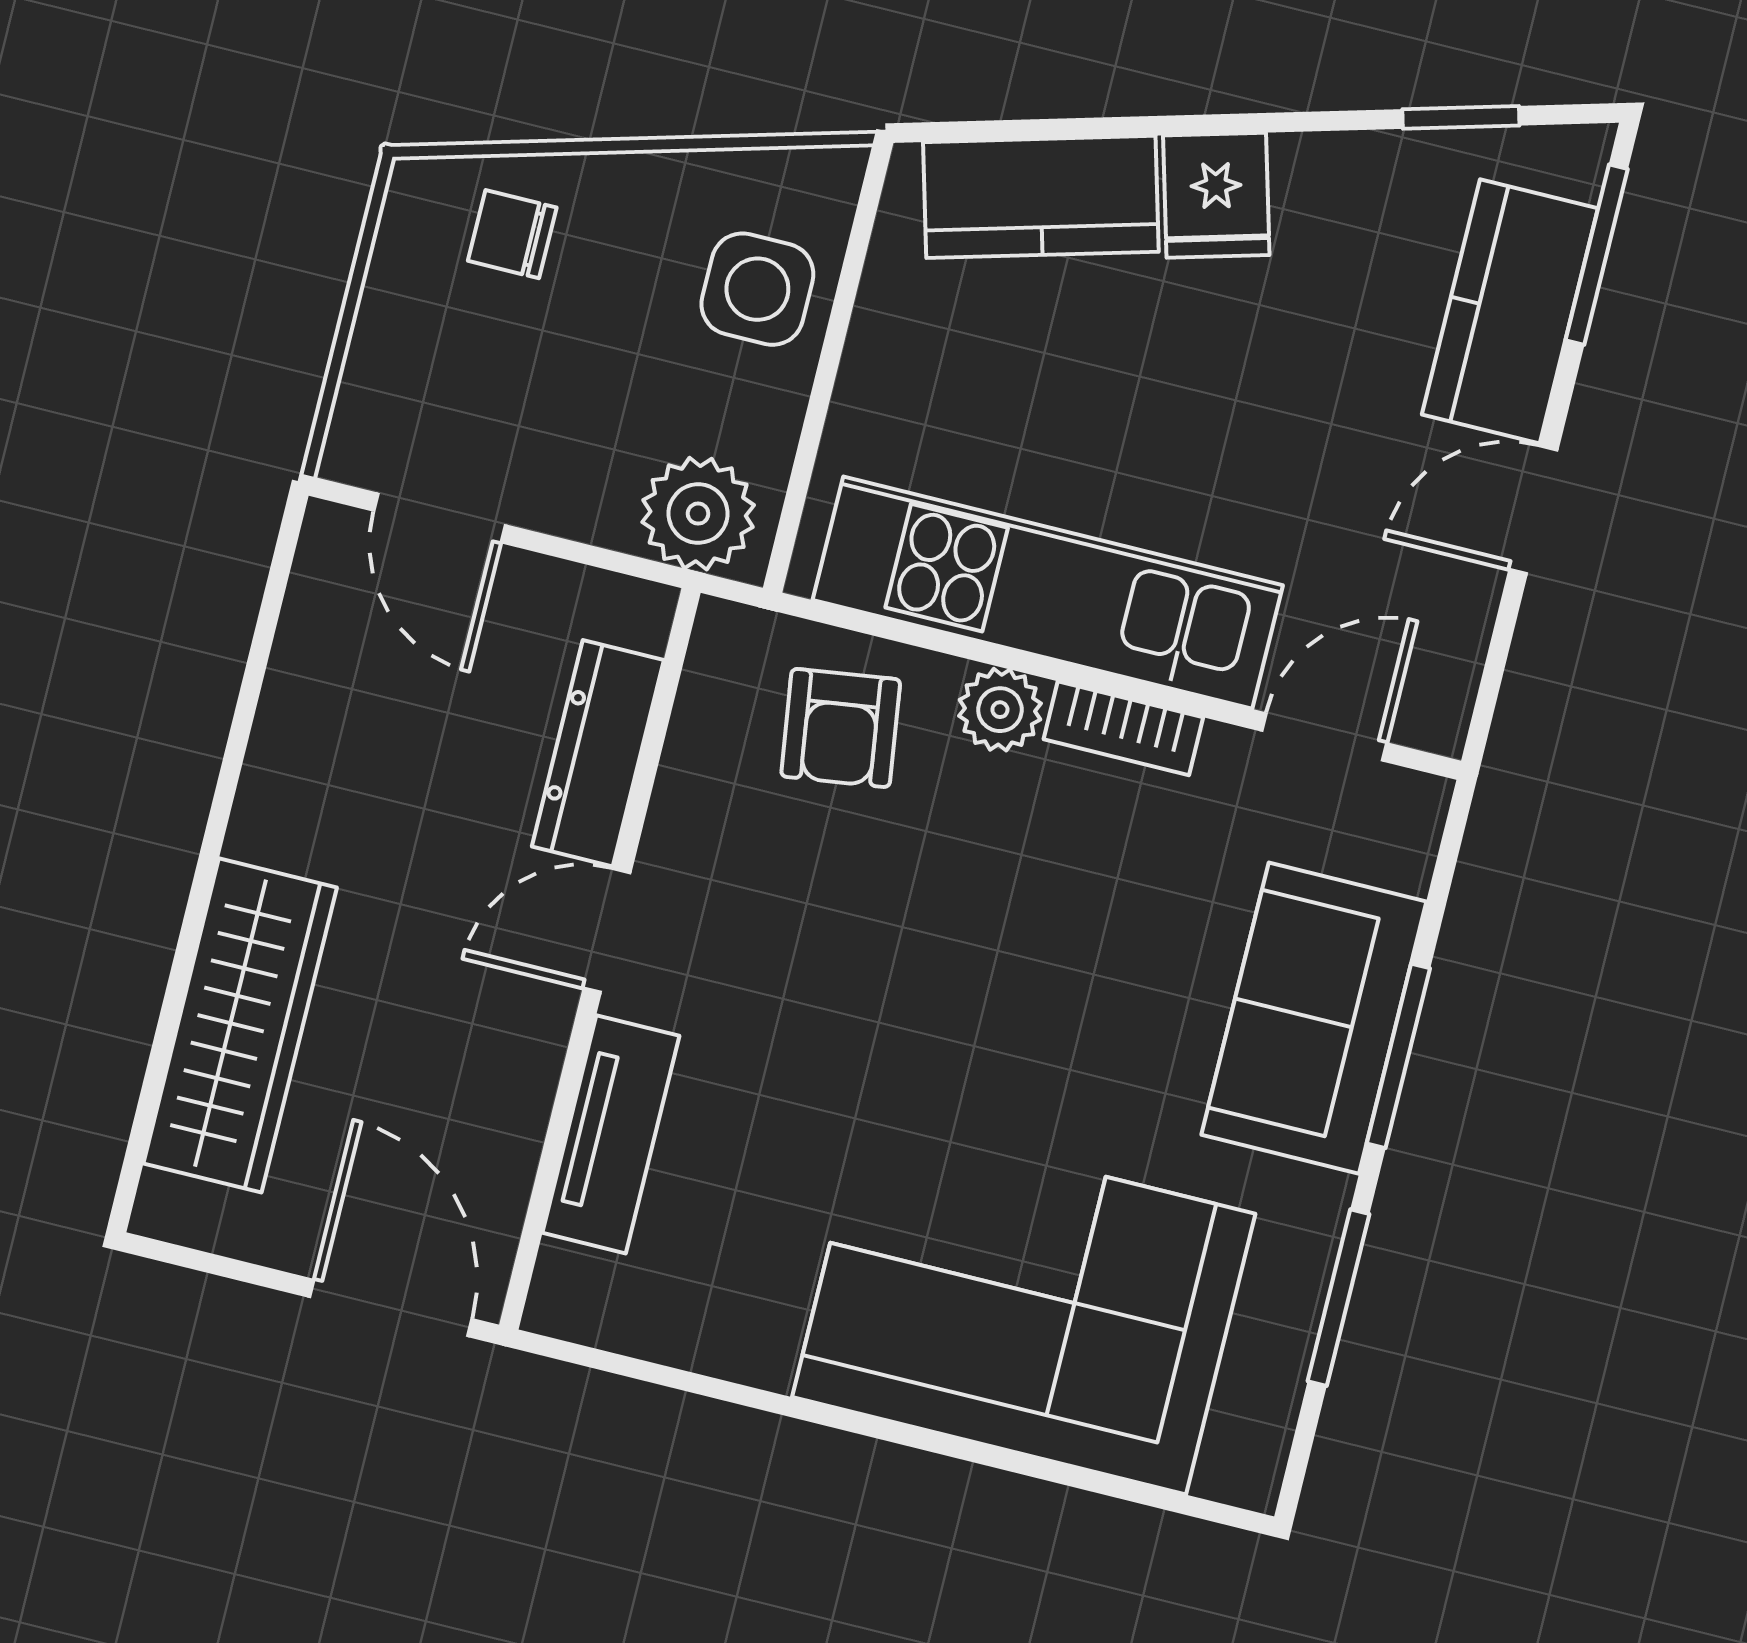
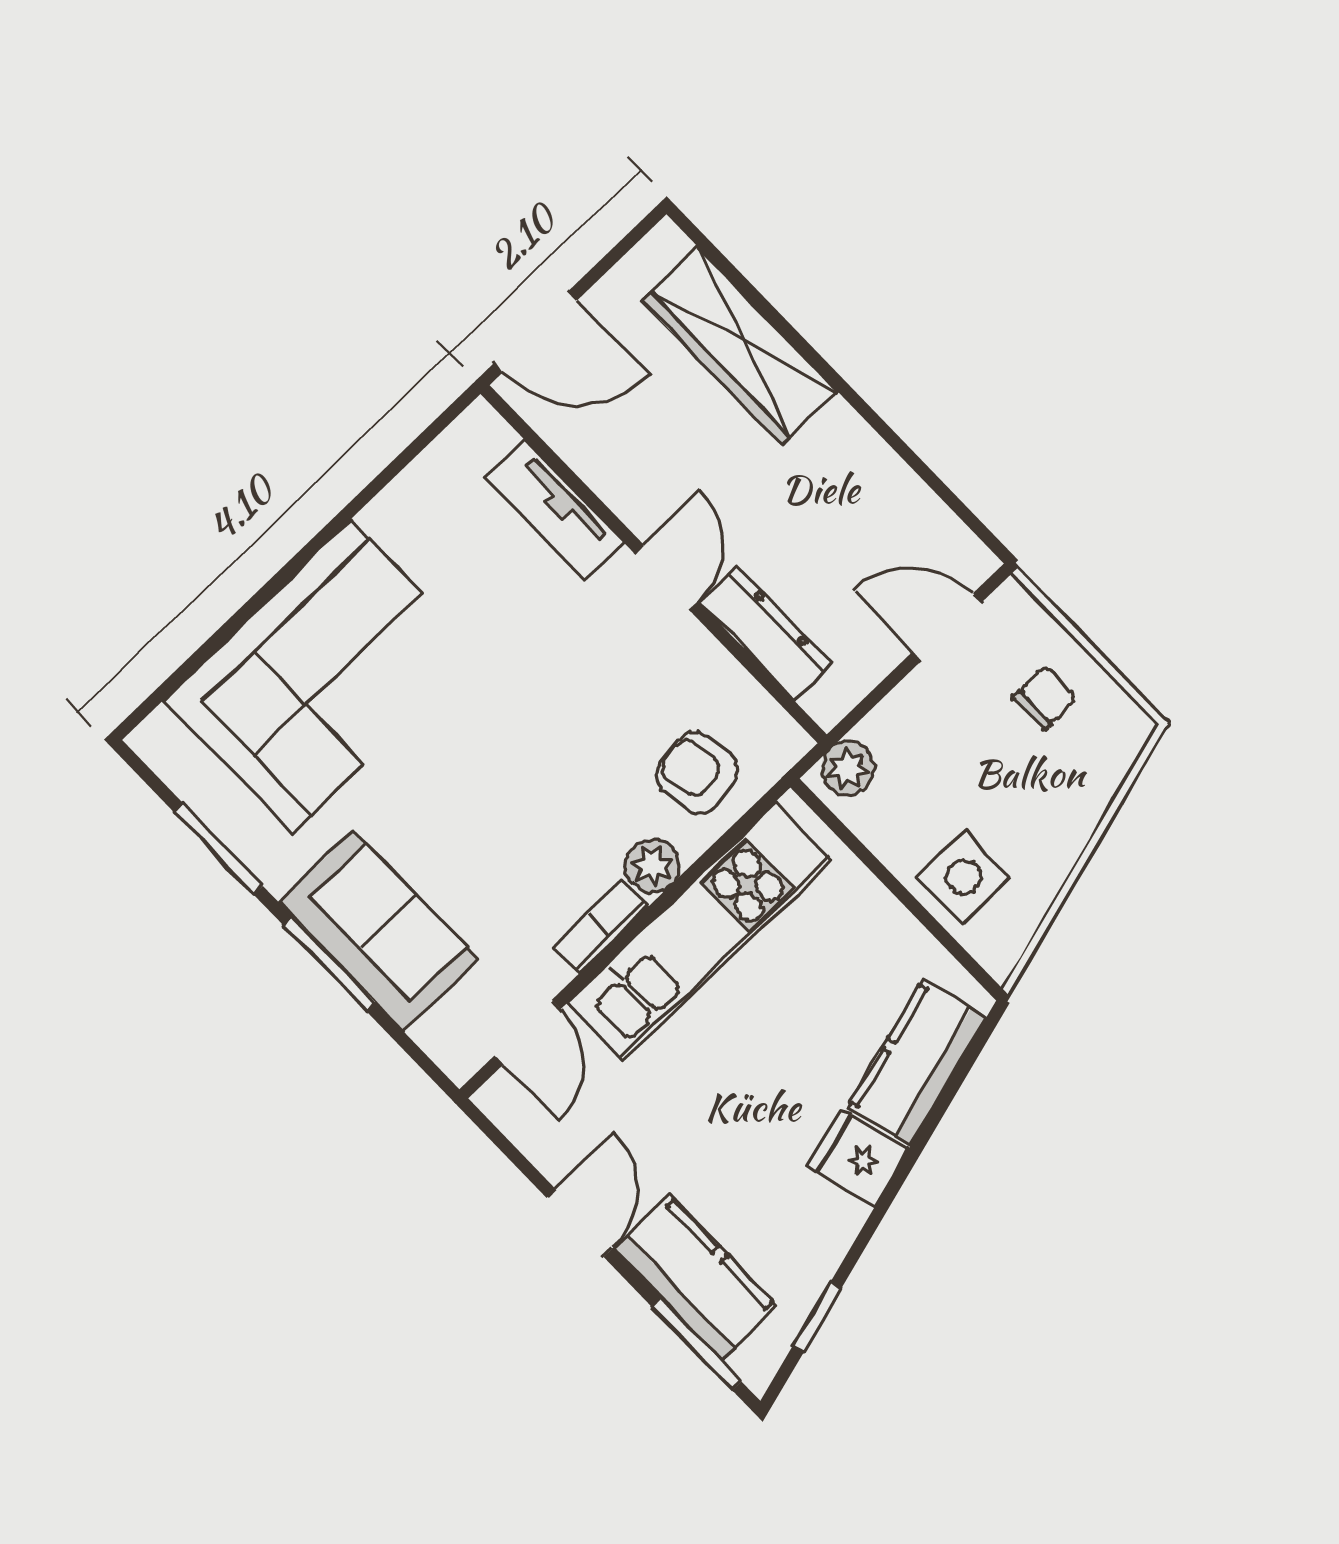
chair: (512, 234) -> (1045, 698), moved
plant: (698, 514) -> (848, 768), width x0.73, depth x0.73

